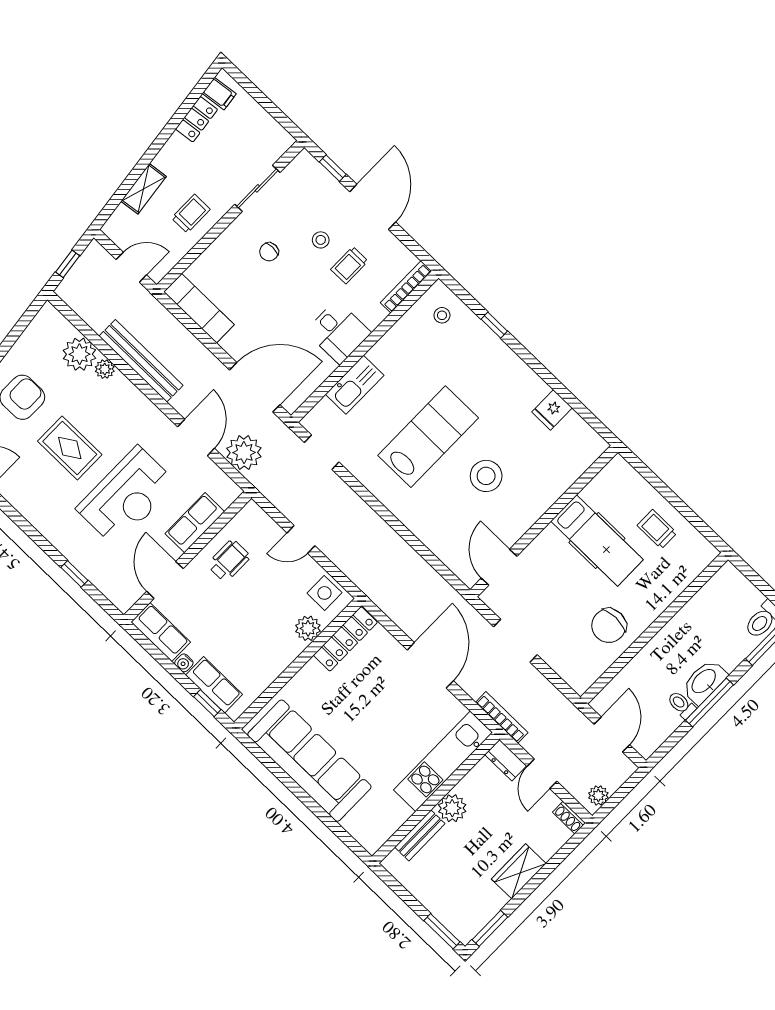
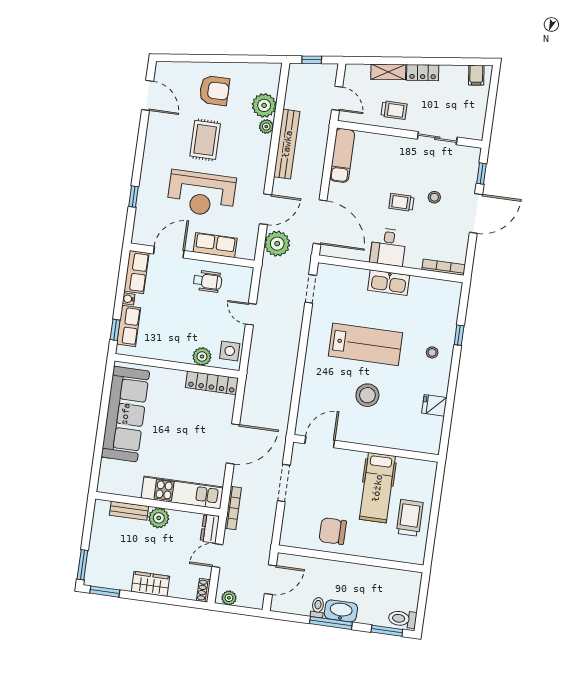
locker: (197, 119) -> (423, 73), moved
chair: (269, 252) -> (405, 172), removed
trolley: (349, 265) -> (401, 202), moved
stool: (442, 315) -> (432, 352), moved
kitchen sink: (355, 385) -> (389, 283), moved
trolley: (657, 529) -> (410, 518), width x1.36, depth x1.39

